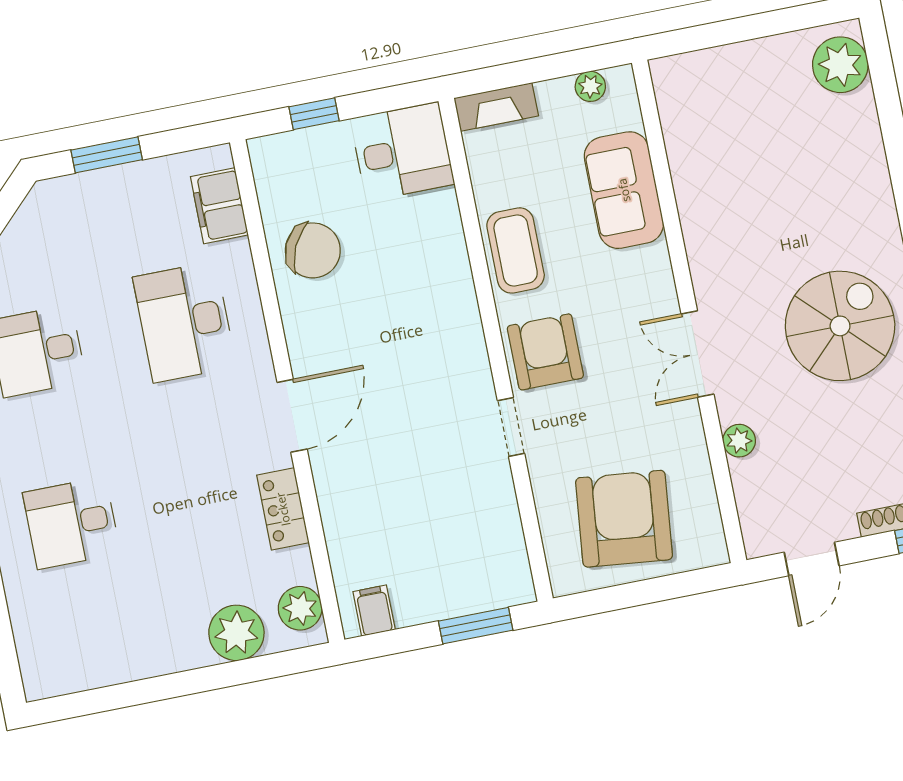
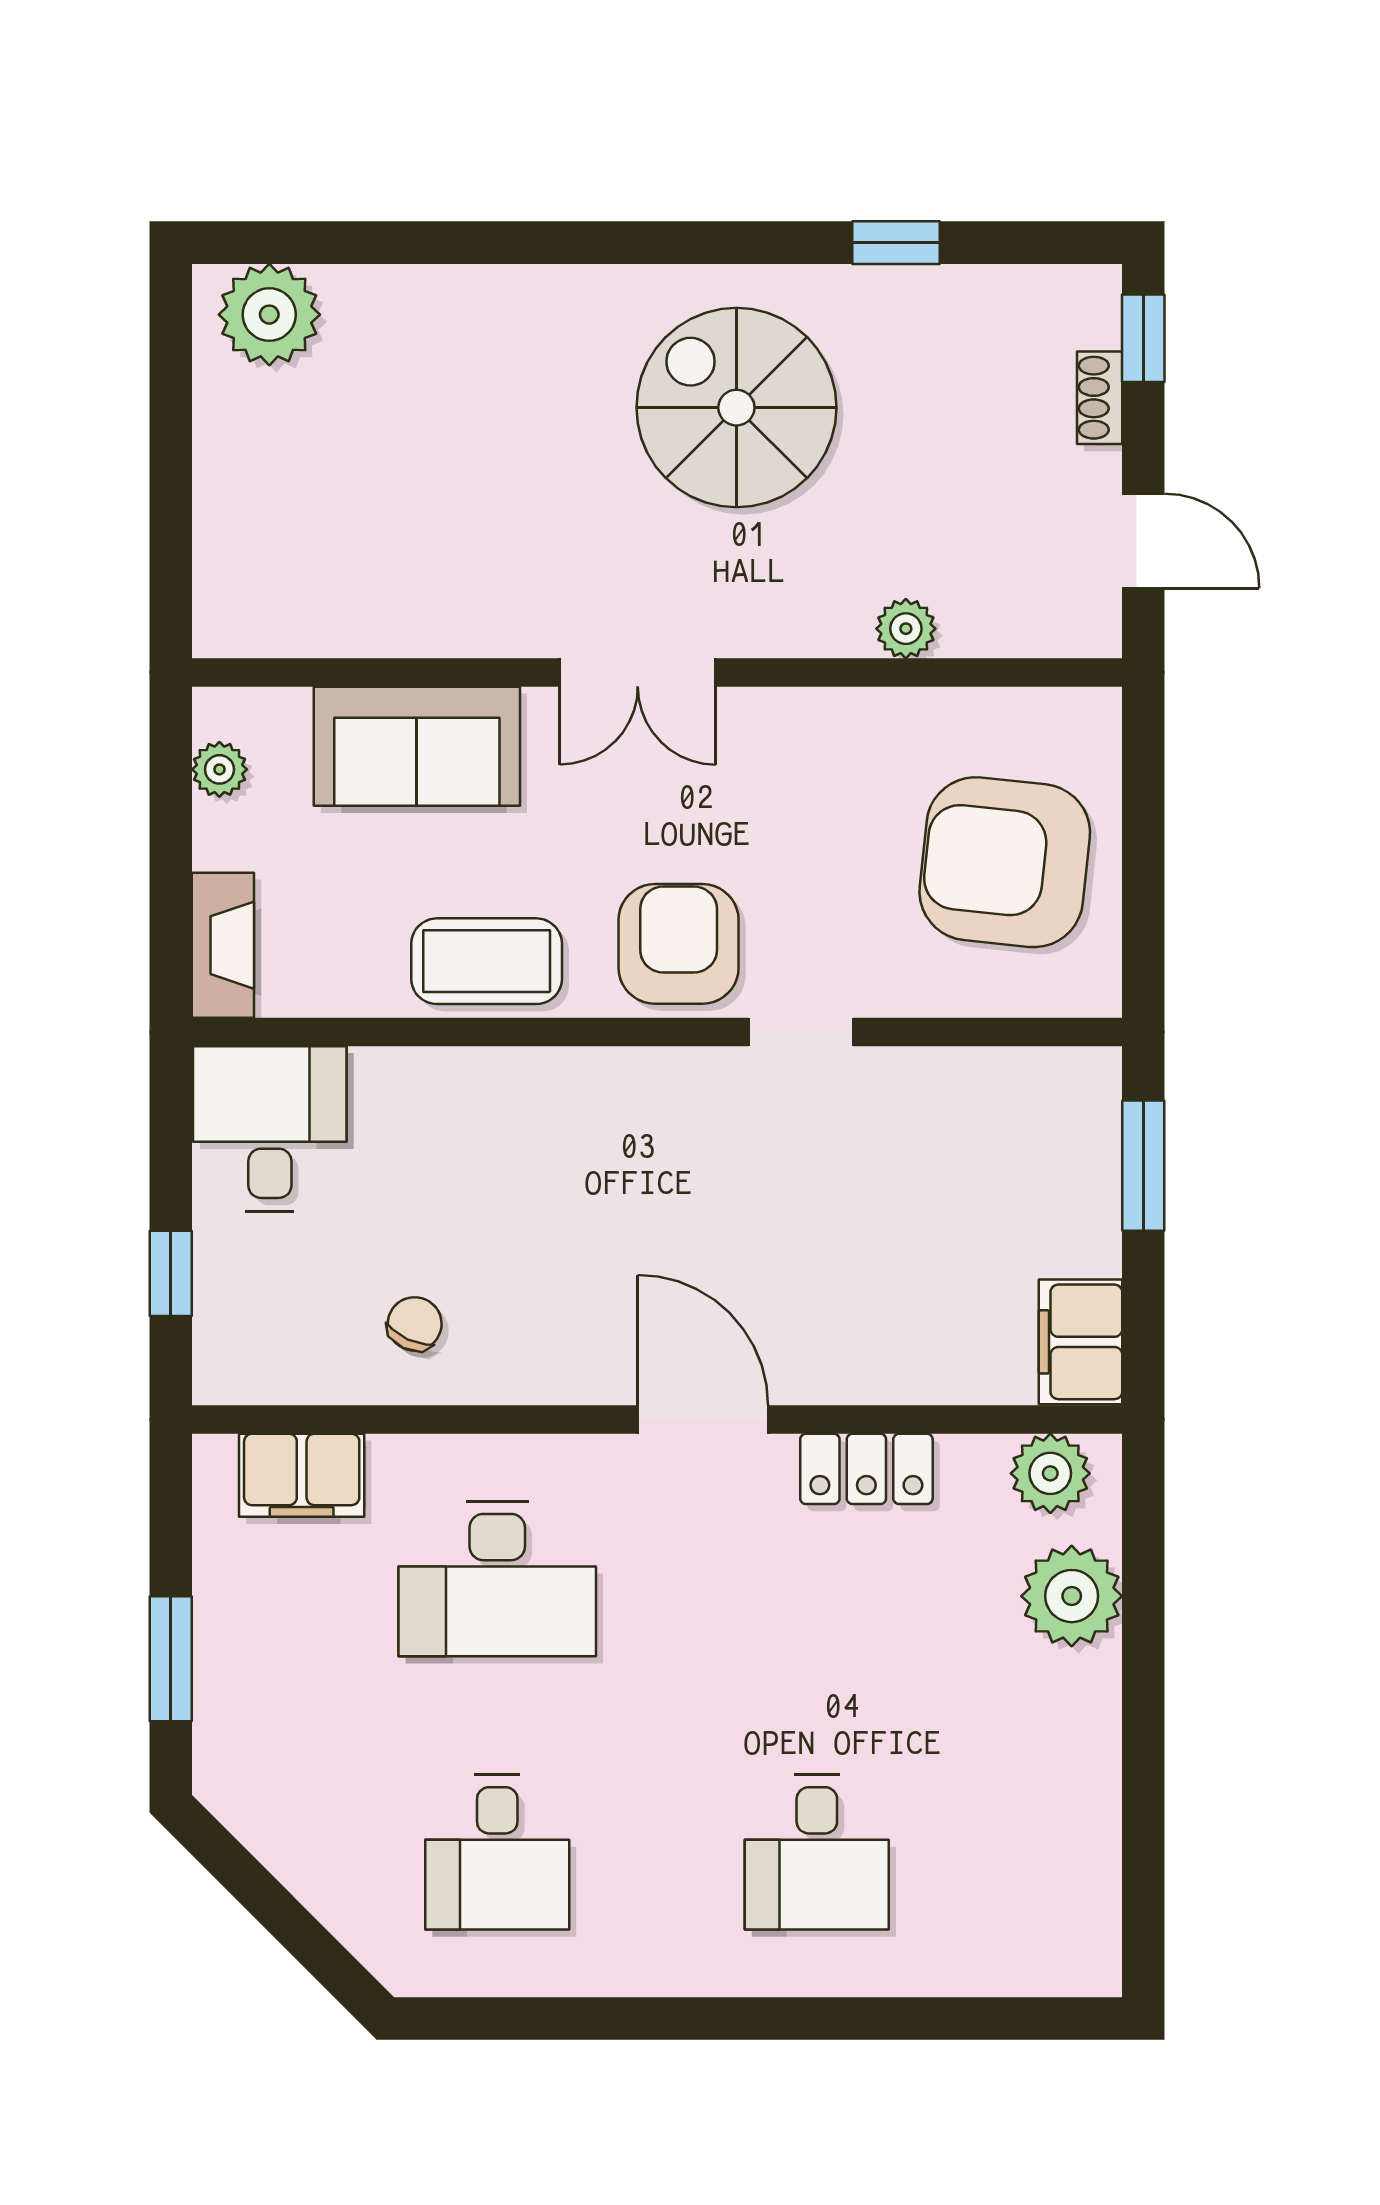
chair: (313, 250) -> (415, 1324), width x0.54, depth x0.54
armchair: (545, 352) -> (679, 944), turned 90
double door: (697, 354) -> (638, 673), moved
filing cabinet: (374, 611) -> (1081, 1342), width x2.00

